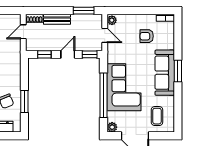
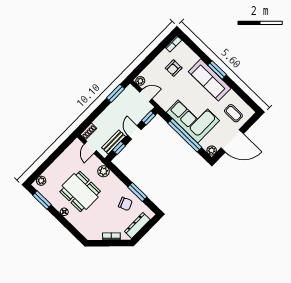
bench: (57, 19) -> (114, 142), moved
plant: (15, 60) -> (103, 171), added

